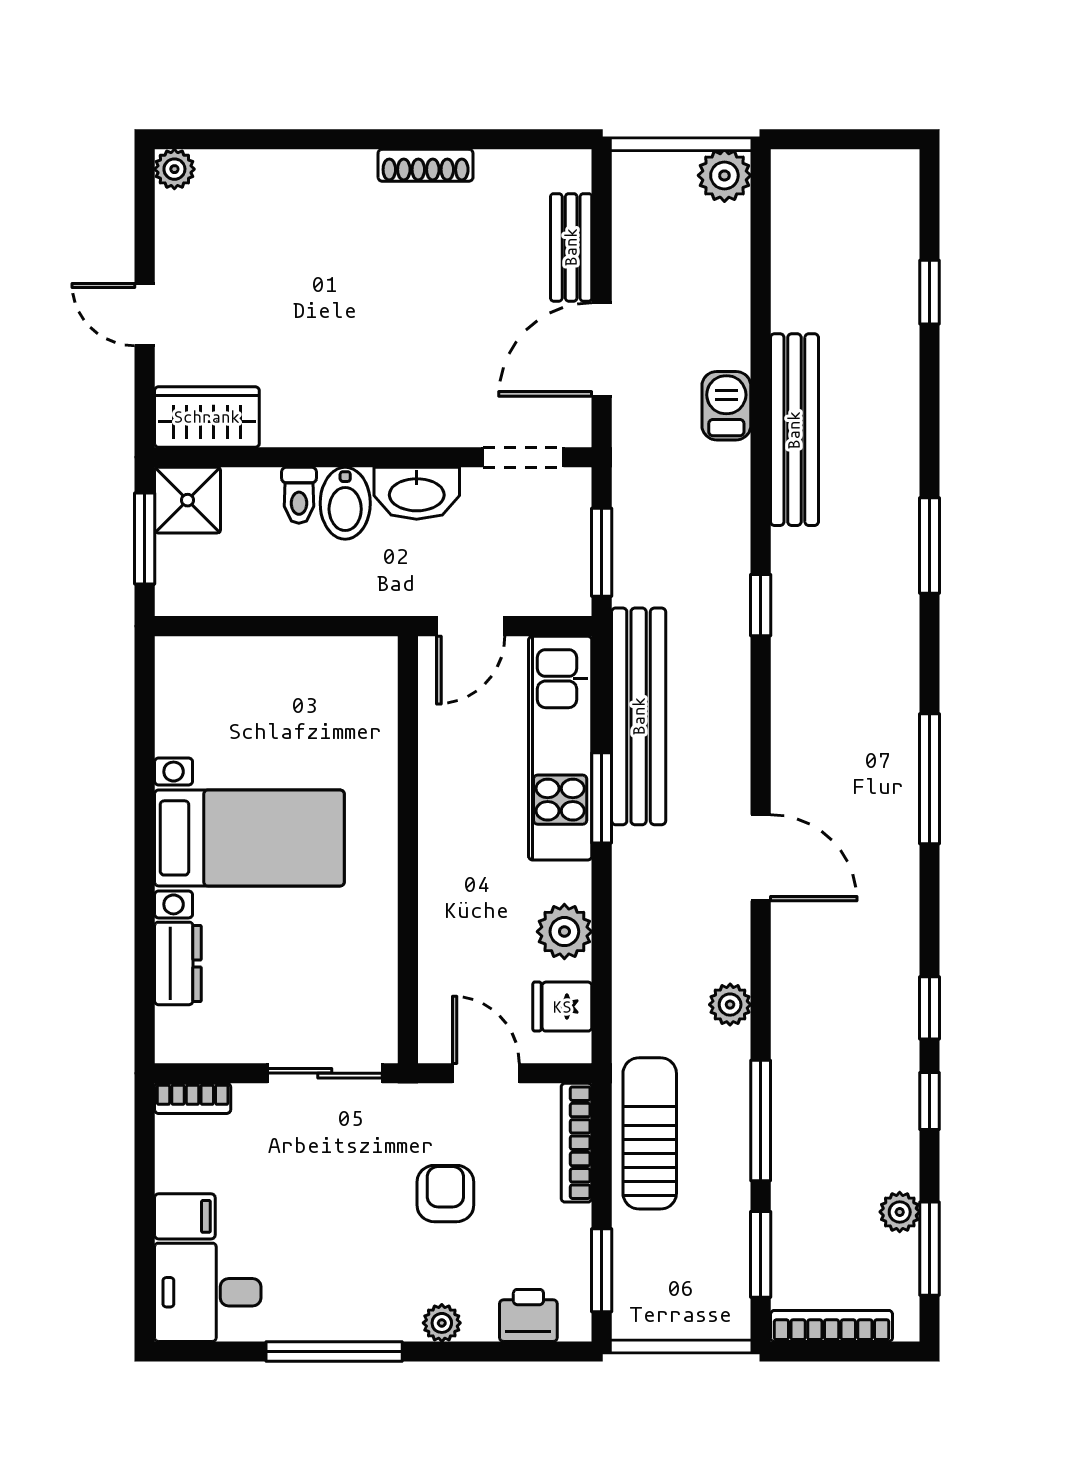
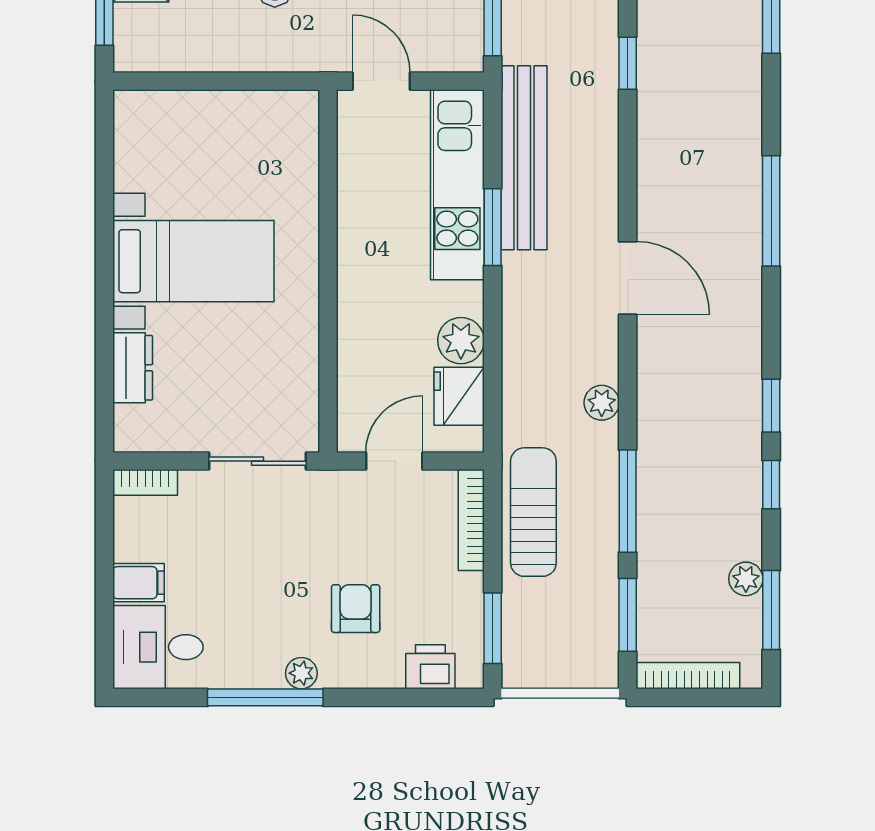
door: (471, 626) -> (381, 81), swing flipped
fridge: (562, 1007) -> (459, 396), width x1.38
door: (486, 1073) -> (394, 461), hinge flipped
armchair: (445, 1194) -> (356, 609), moved
plant: (442, 1323) -> (301, 673), moved

